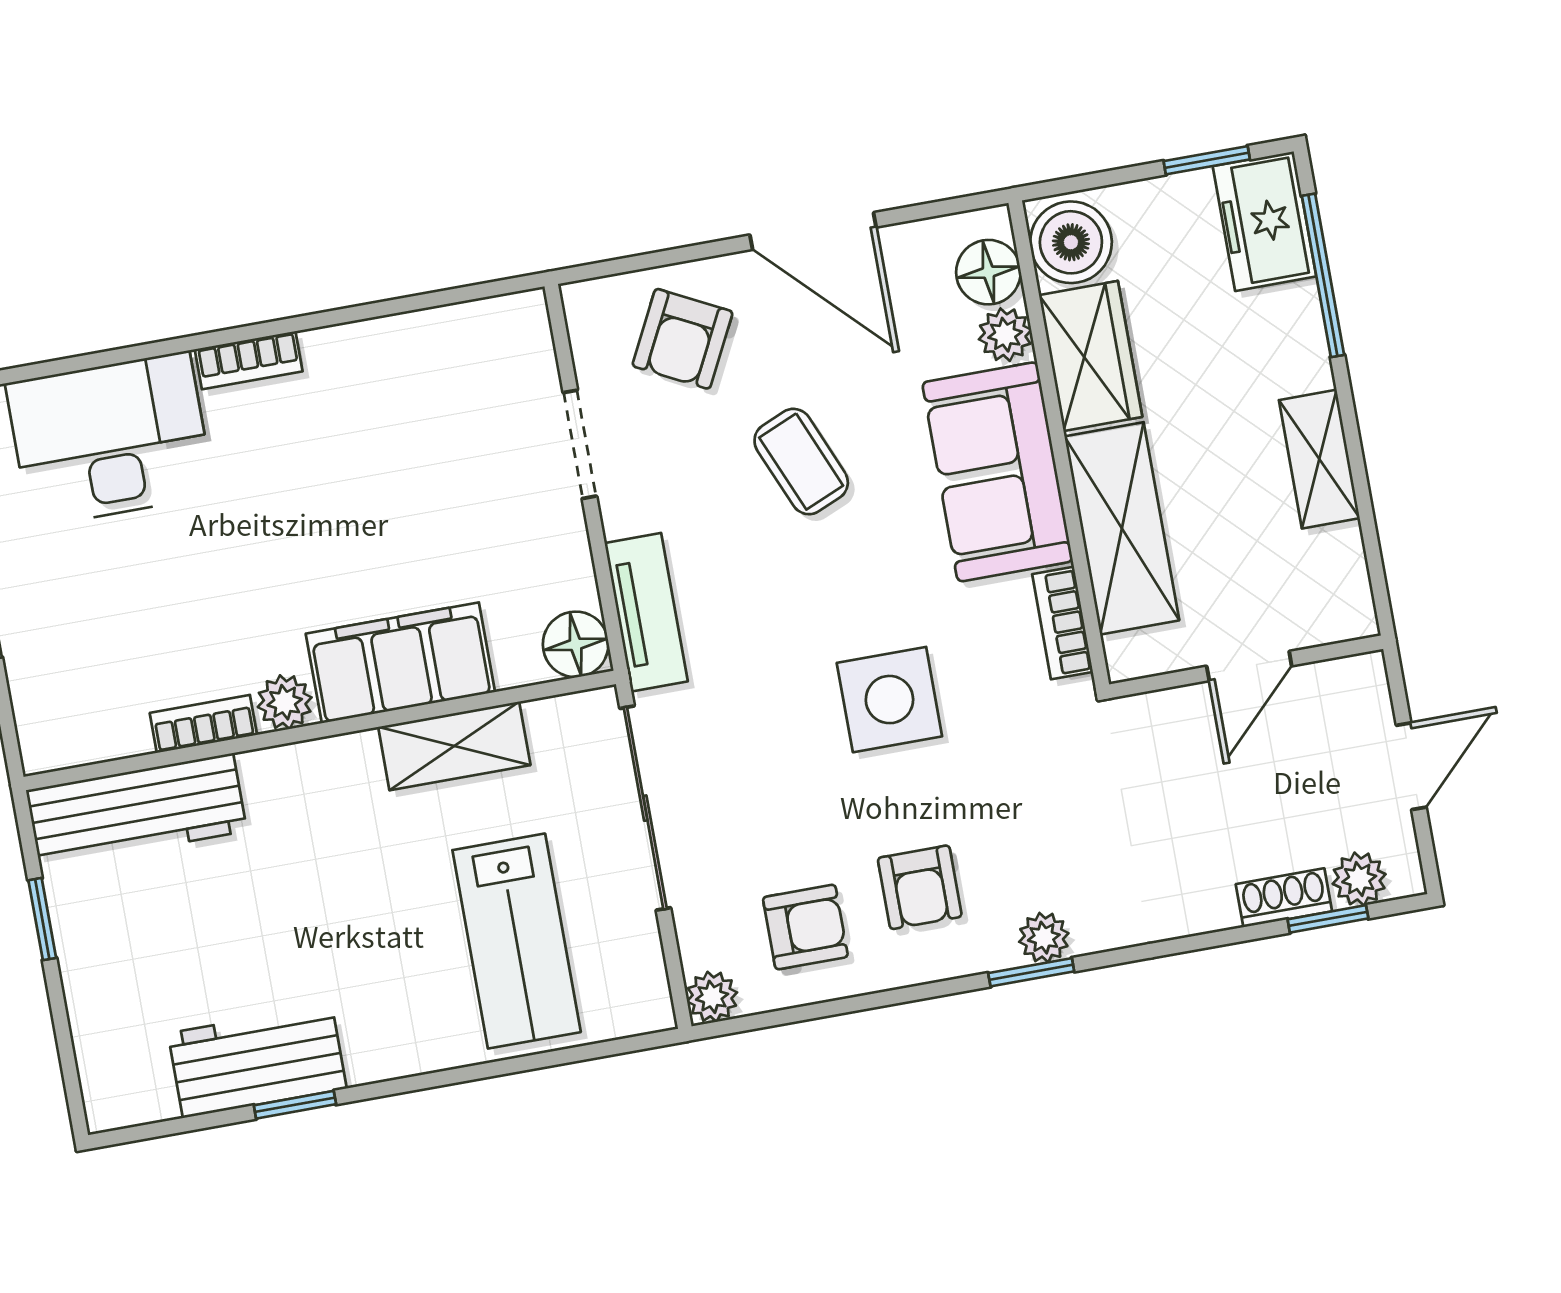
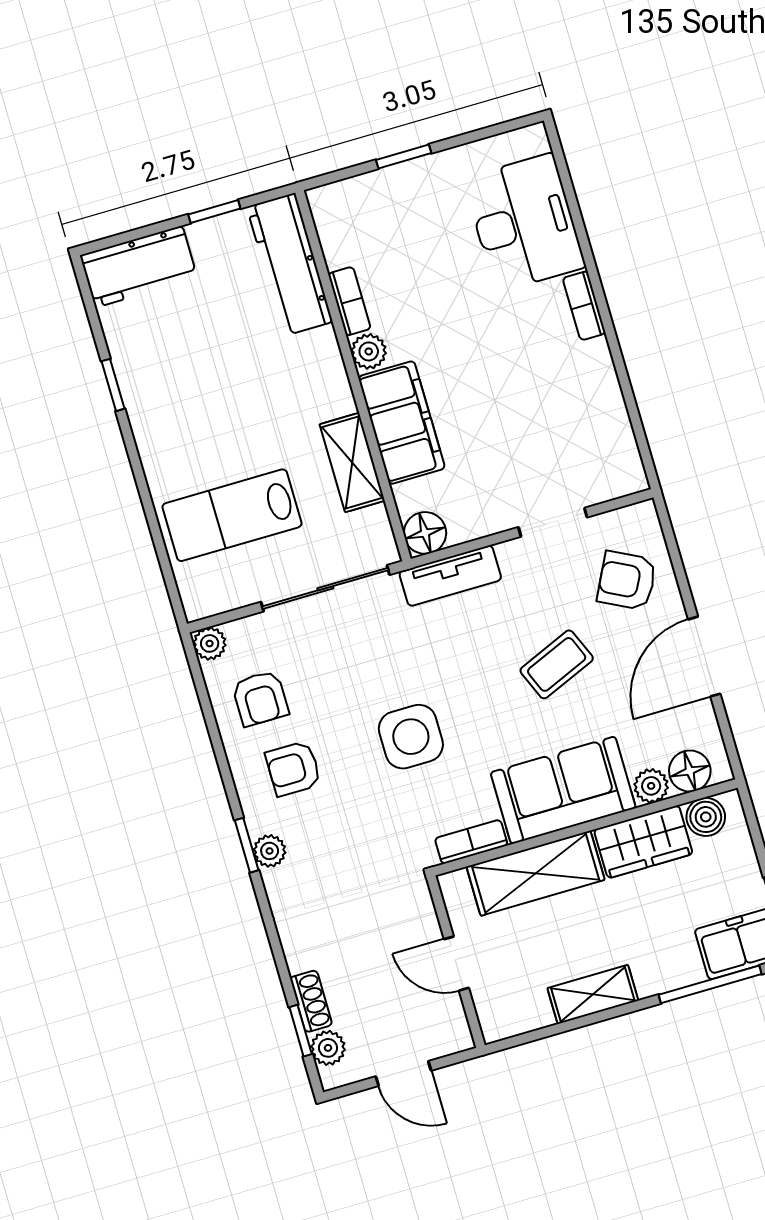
boiler: (1071, 242) -> (706, 817), width x0.73, depth x0.73
workbench: (257, 1061) -> (139, 267), moved, turned 90

